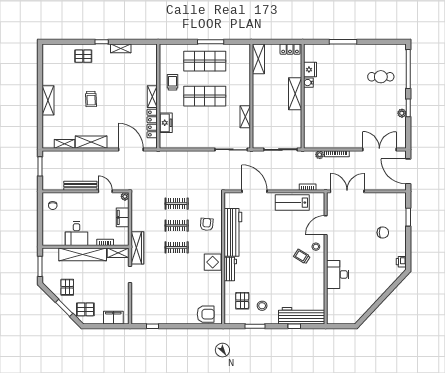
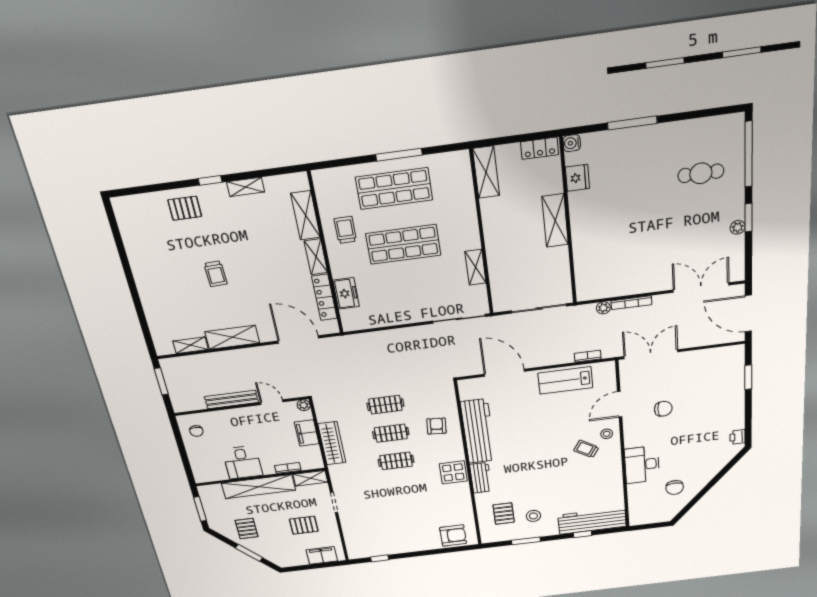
water cooler: (308, 83) -> (572, 143), moved
shelving: (48, 100) -> (306, 215), moved
chair: (383, 233) -> (663, 409), moved
wardrobe: (137, 248) -> (332, 443), moved
chair: (359, 296) -> (675, 488), added
pallet: (85, 309) -> (304, 525), moved

